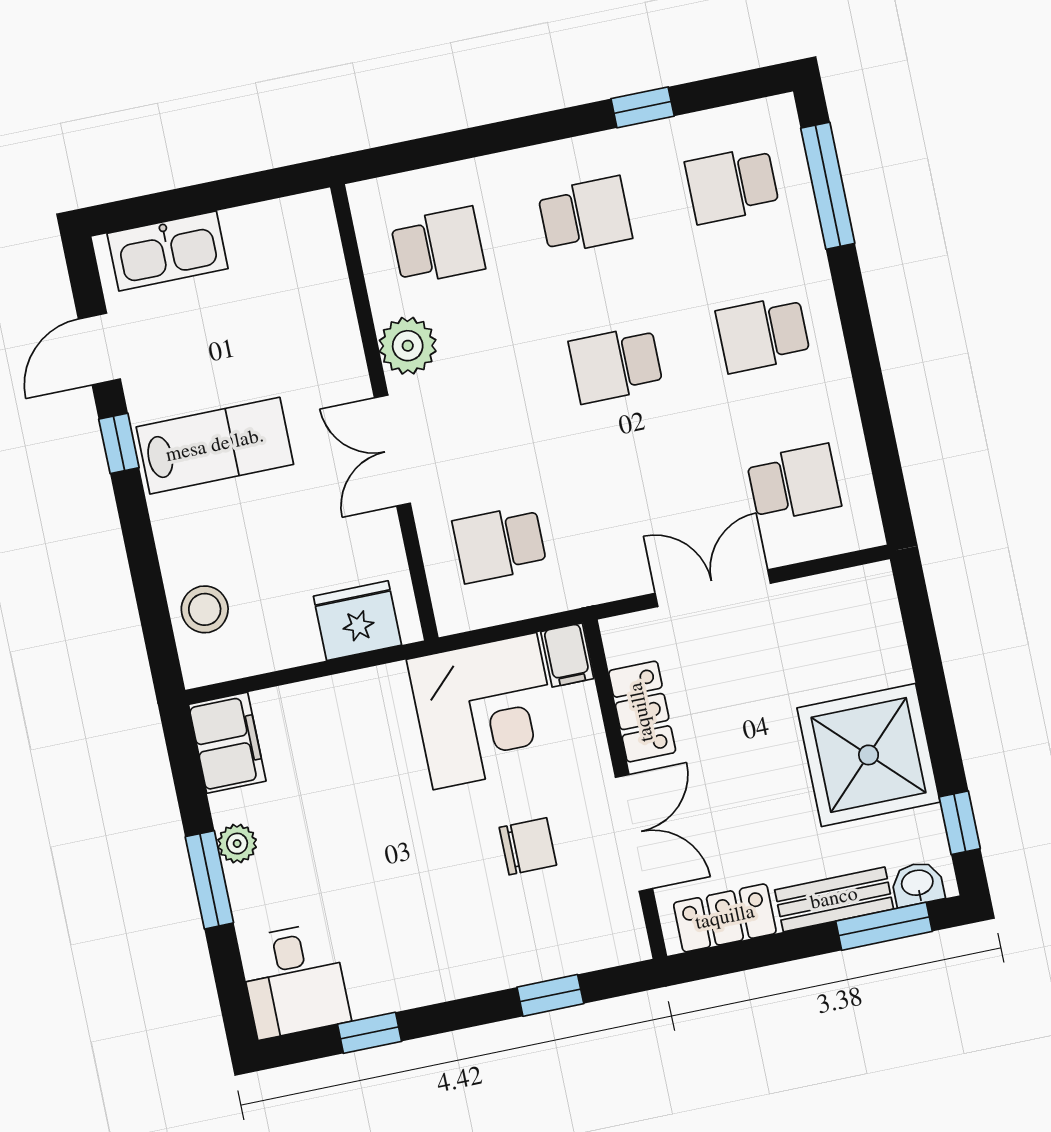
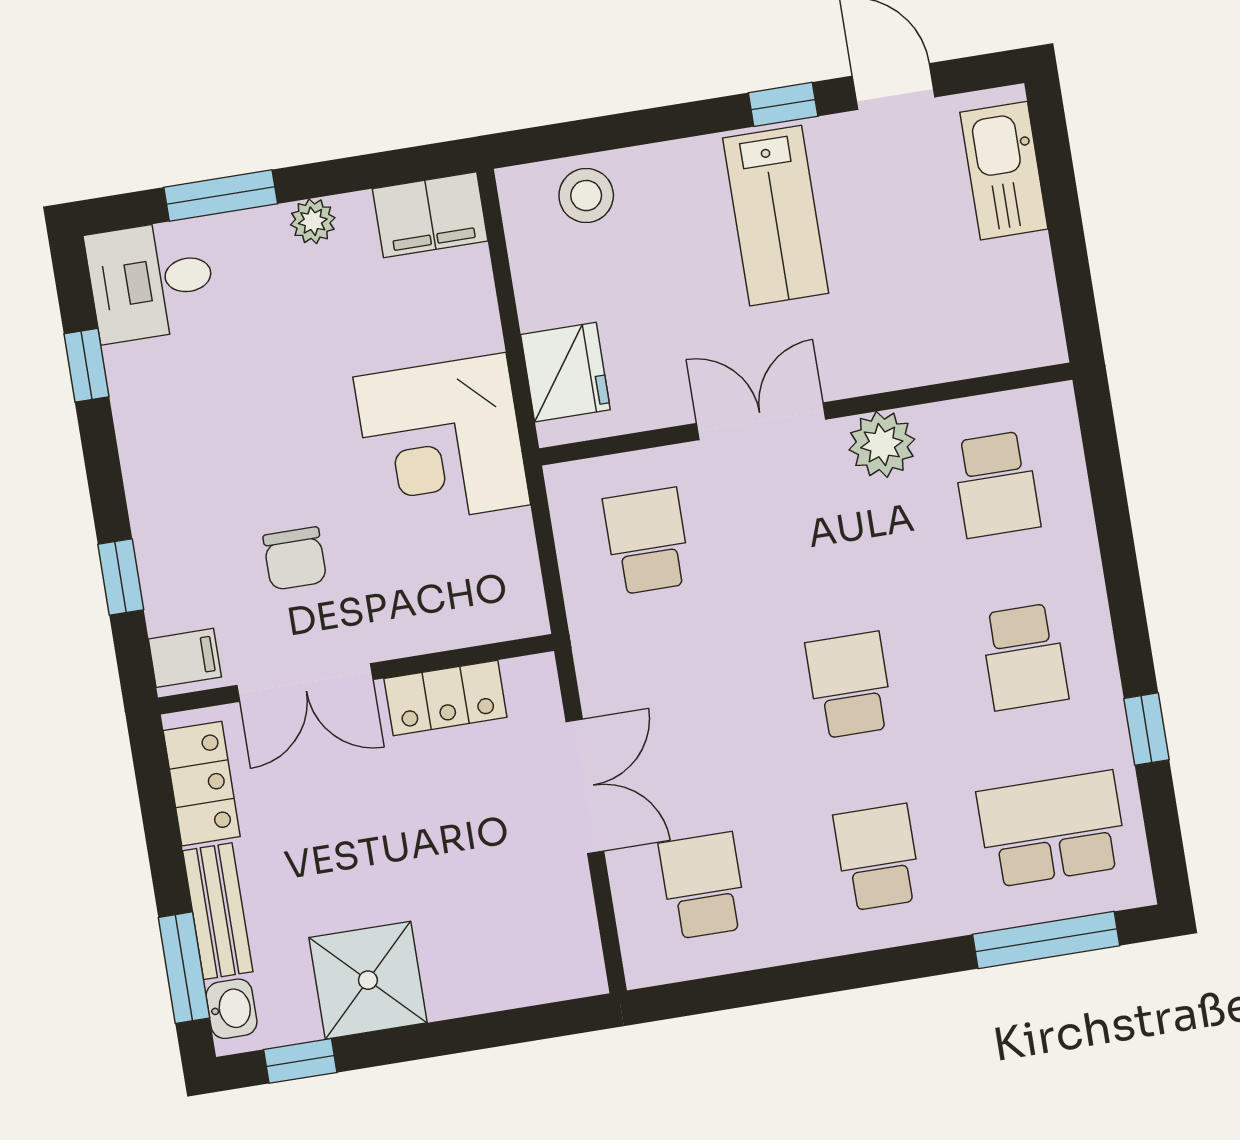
school desk: (732, 185) -> (1052, 829), width x1.85
school desk: (794, 483) -> (703, 886), turned 180
filing cabinet: (567, 655) -> (185, 658), moved, turned 180
corner desk: (485, 711) -> (442, 441), moved
shower: (869, 755) -> (368, 980), width x0.73, depth x0.73
window: (209, 880) -> (221, 196), moved

